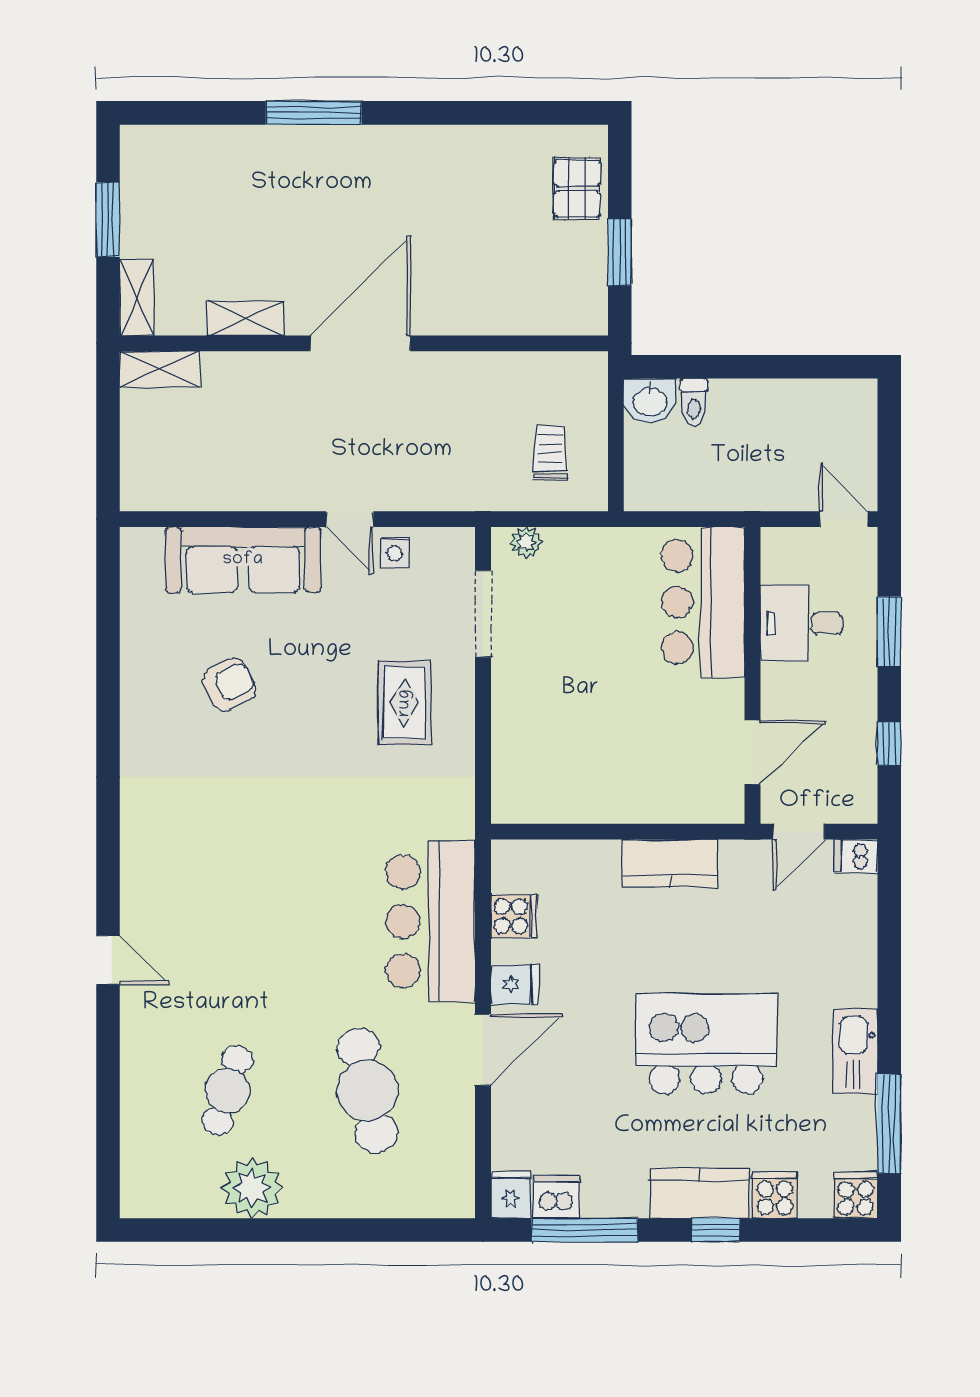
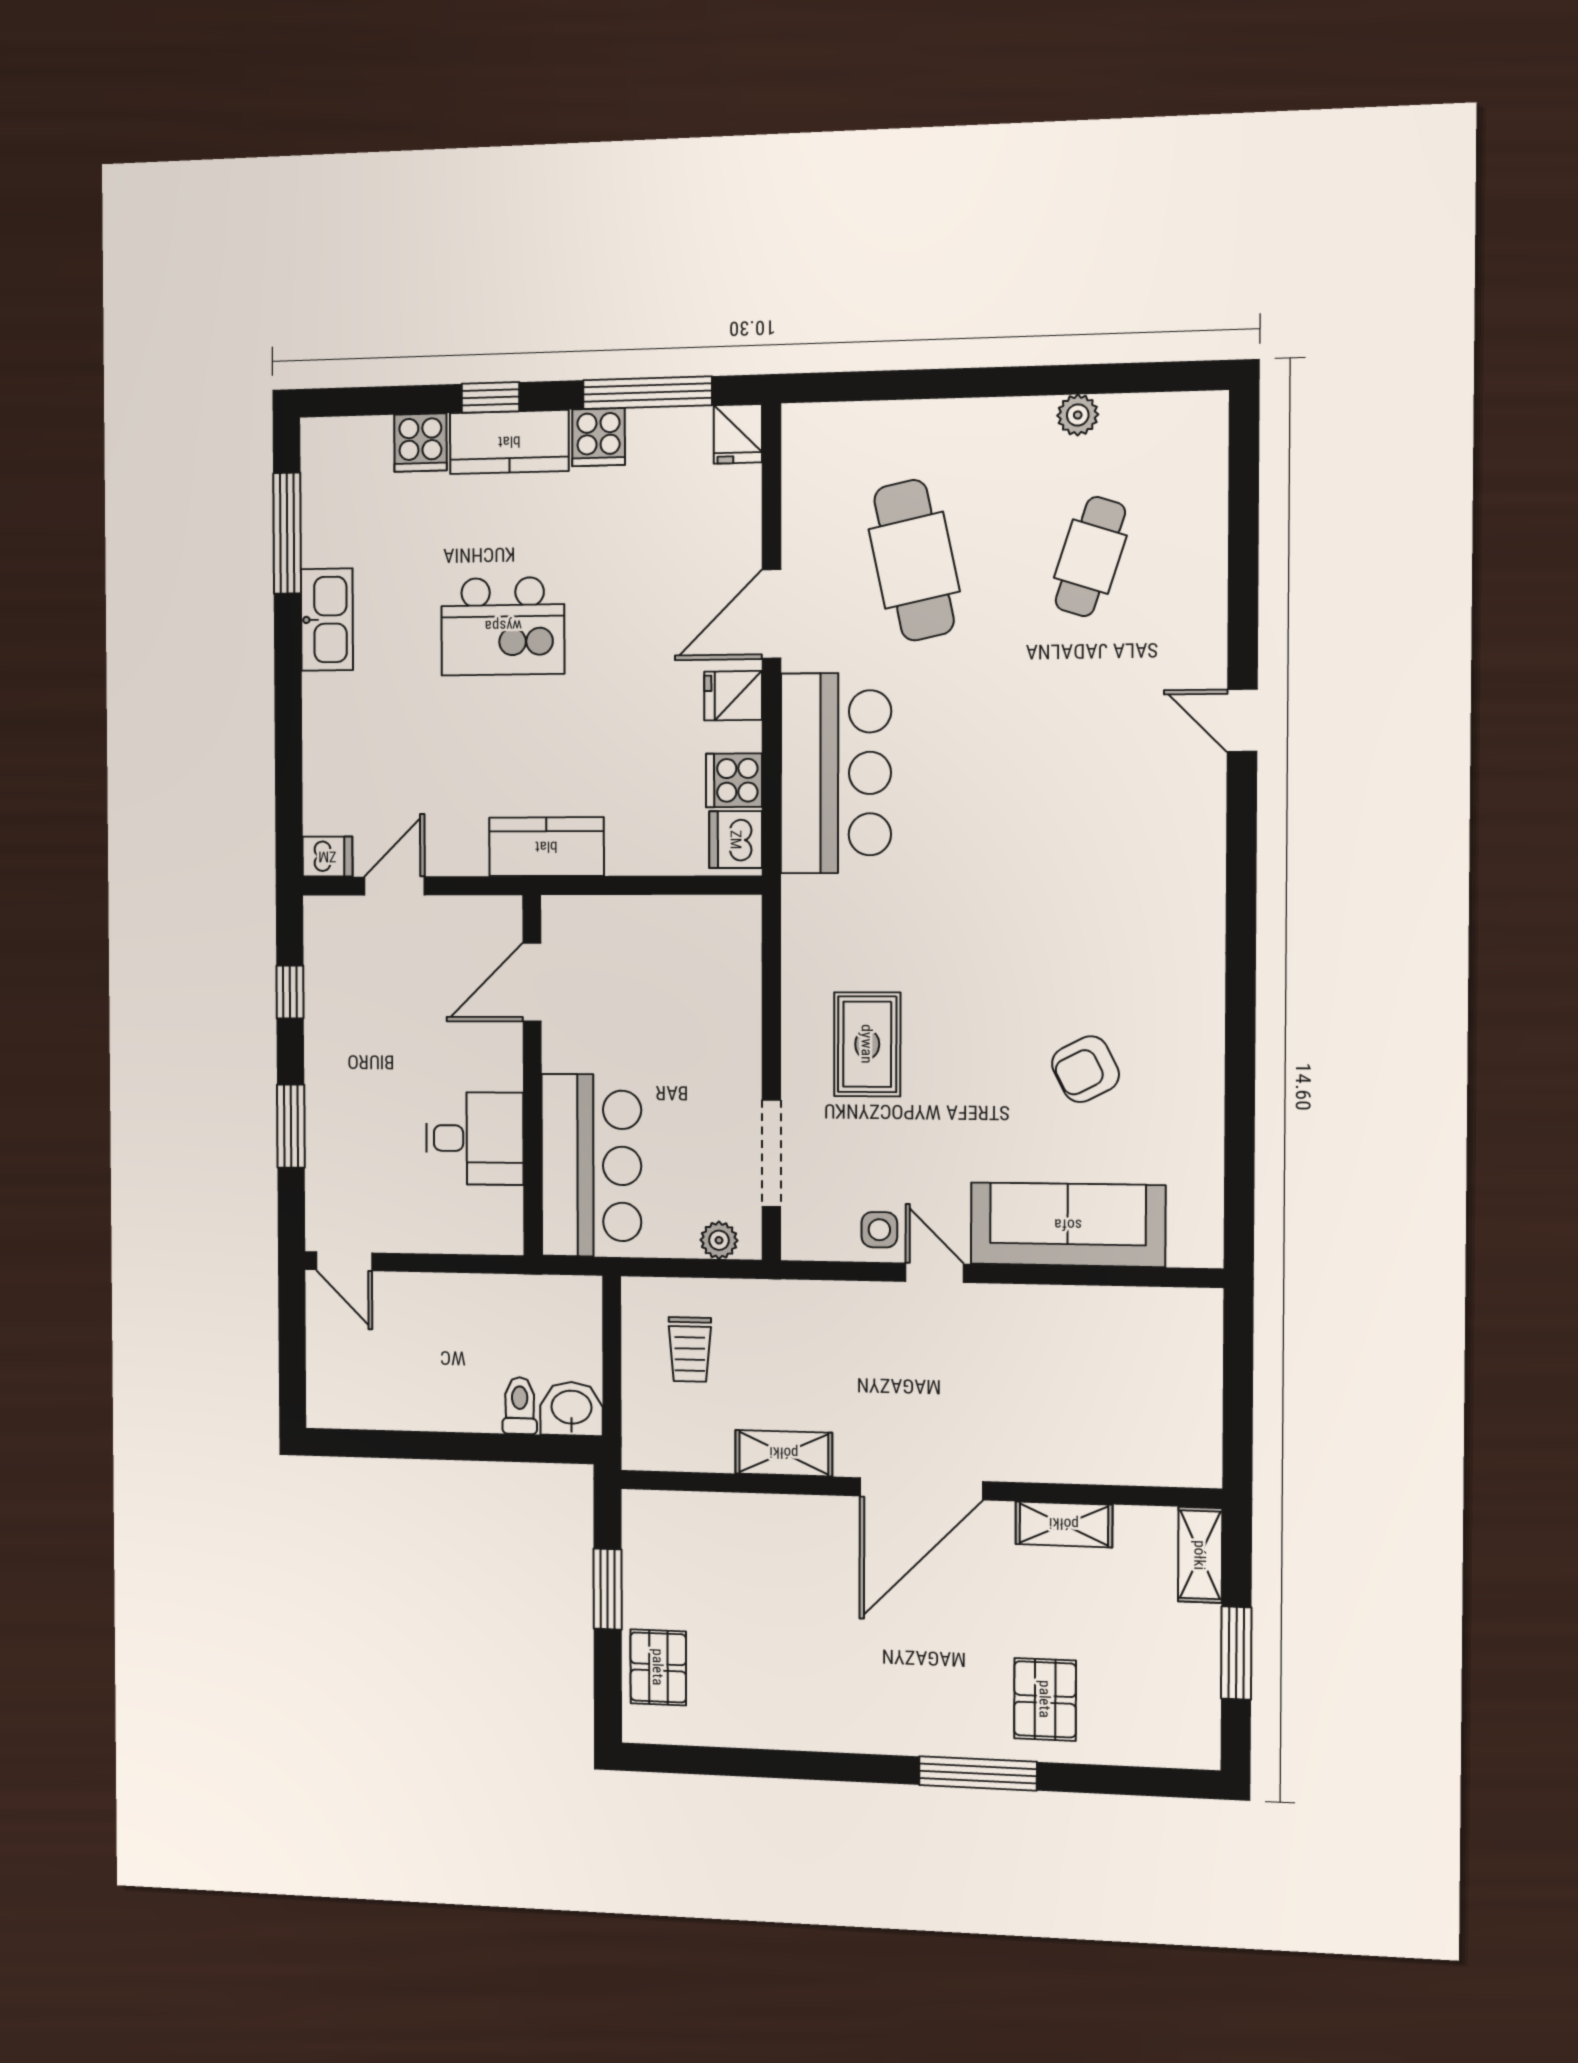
pallet: (260, 176) -> (1045, 1699), added
shelving: (160, 369) -> (784, 1453), moved
bar counter: (703, 602) -> (591, 1166), moved
desk: (802, 623) -> (475, 1138), moved
wall: (753, 675) -> (532, 1076), moved
door: (753, 752) -> (532, 982), moved
kitchen island: (706, 1044) -> (503, 626), width x0.73, depth x0.78
plant: (252, 1188) -> (1078, 415), width x0.53, depth x0.53
cooker: (856, 1195) -> (599, 437), moved
dishwasher: (556, 1197) -> (736, 840), moved, turned 90

